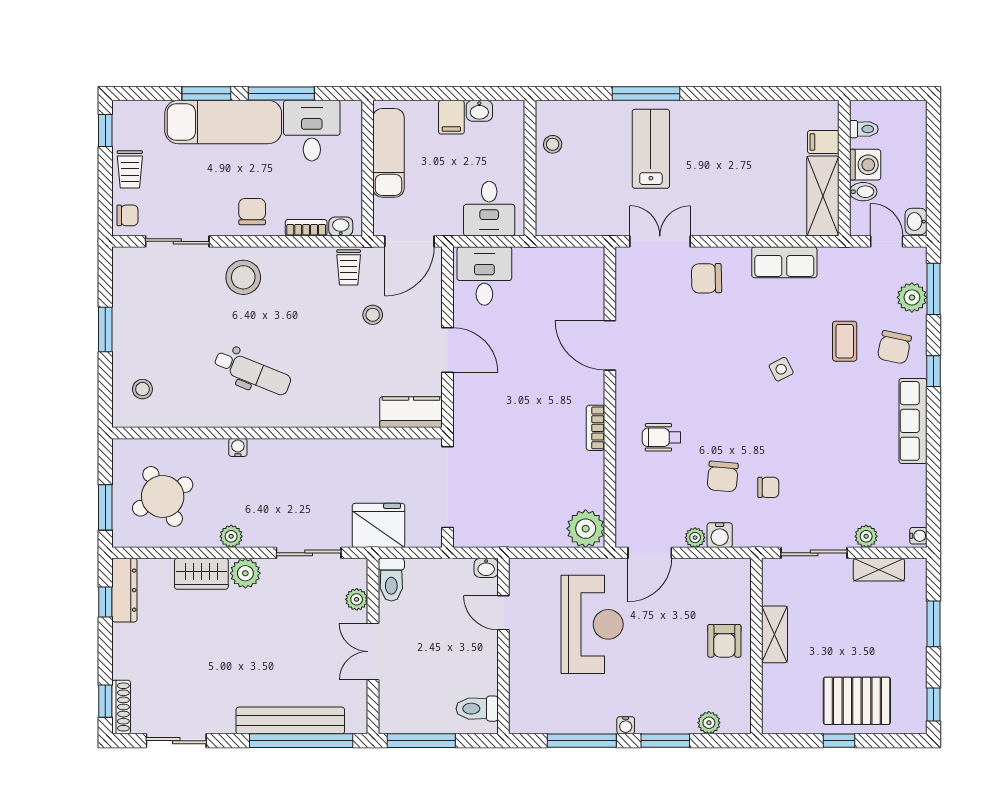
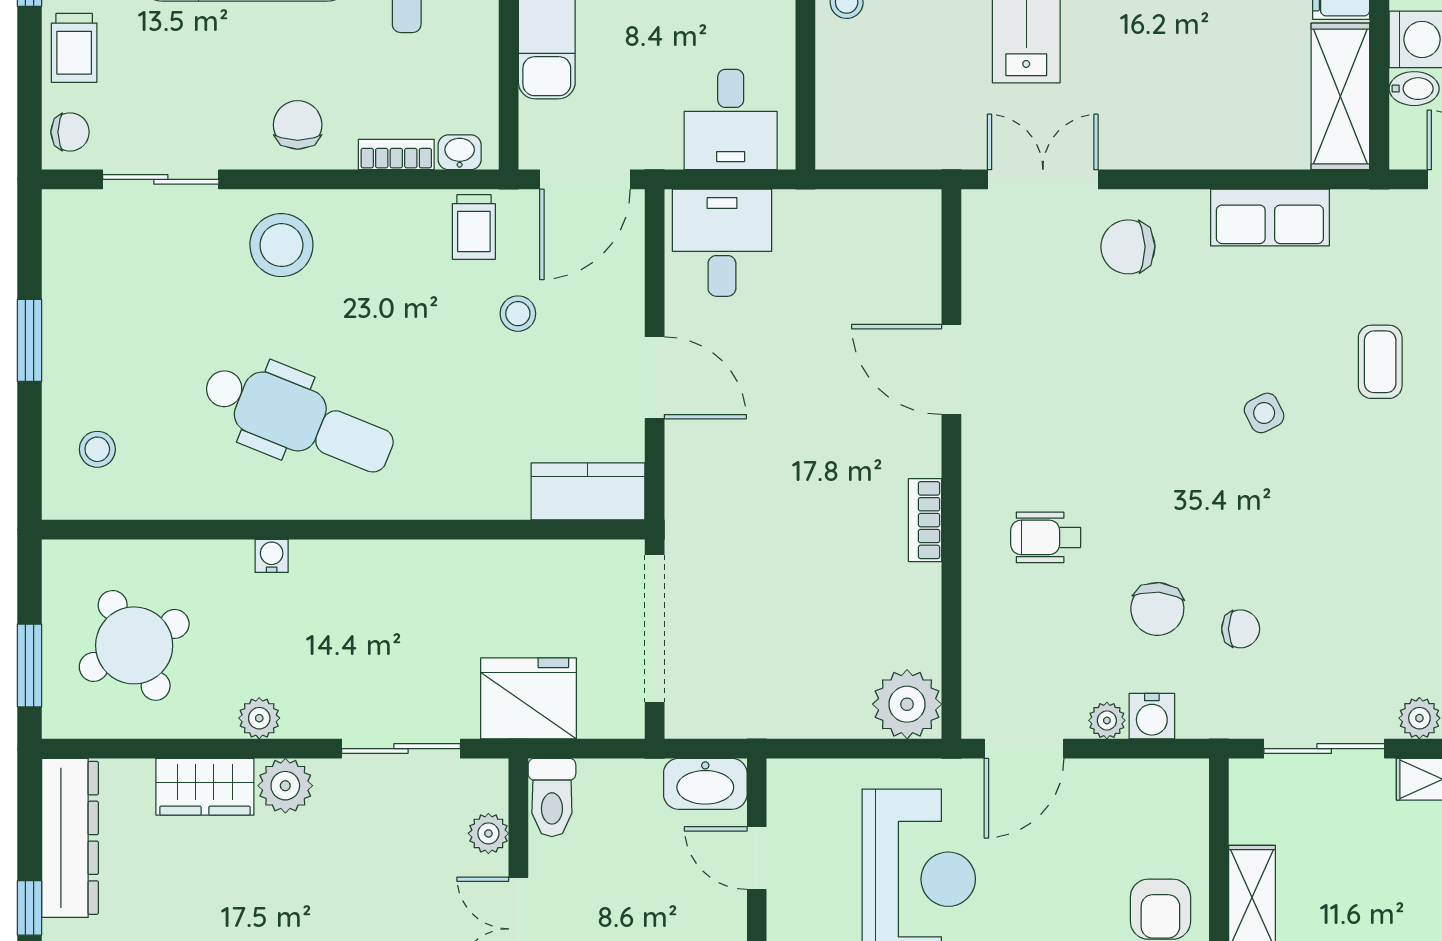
dental chair: (253, 372) -> (298, 419), width x1.36, depth x1.38
washbasin: (486, 568) -> (705, 784), width x1.91, depth x1.45
dresser: (124, 590) -> (70, 838), width x1.37, depth x1.24
window: (105, 602) -> (29, 908), moved

